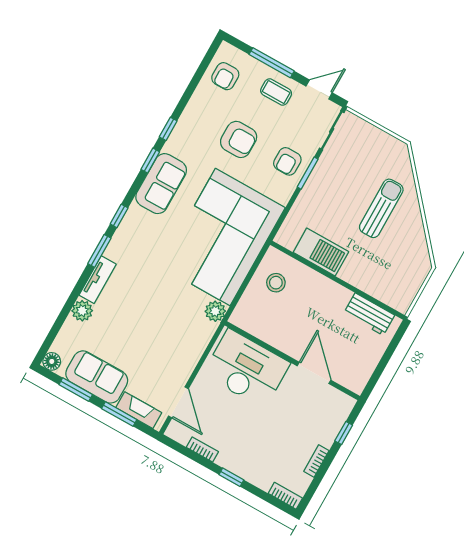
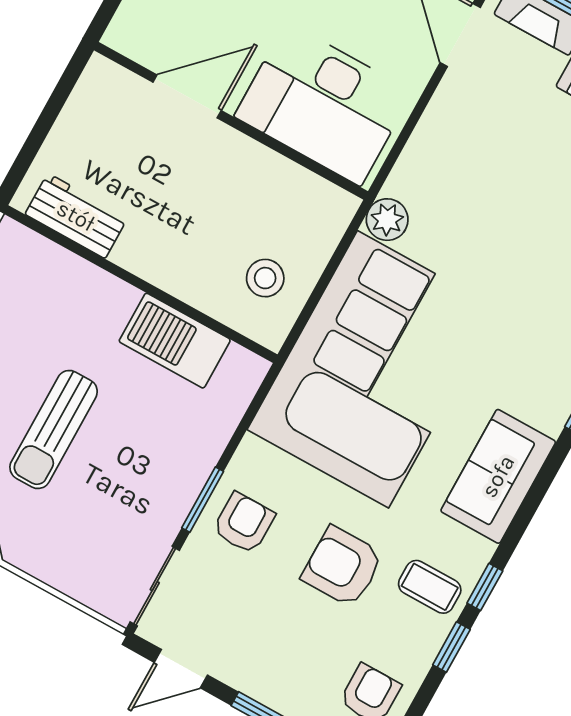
coffee table: (276, 92) -> (430, 587), moved
window: (150, 161) -> (451, 647), moved
door: (314, 373) -> (187, 96), swing flipped

